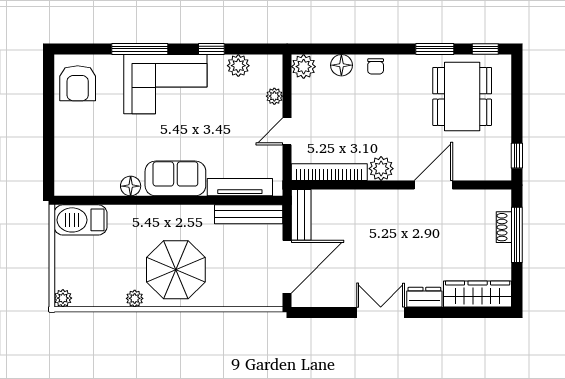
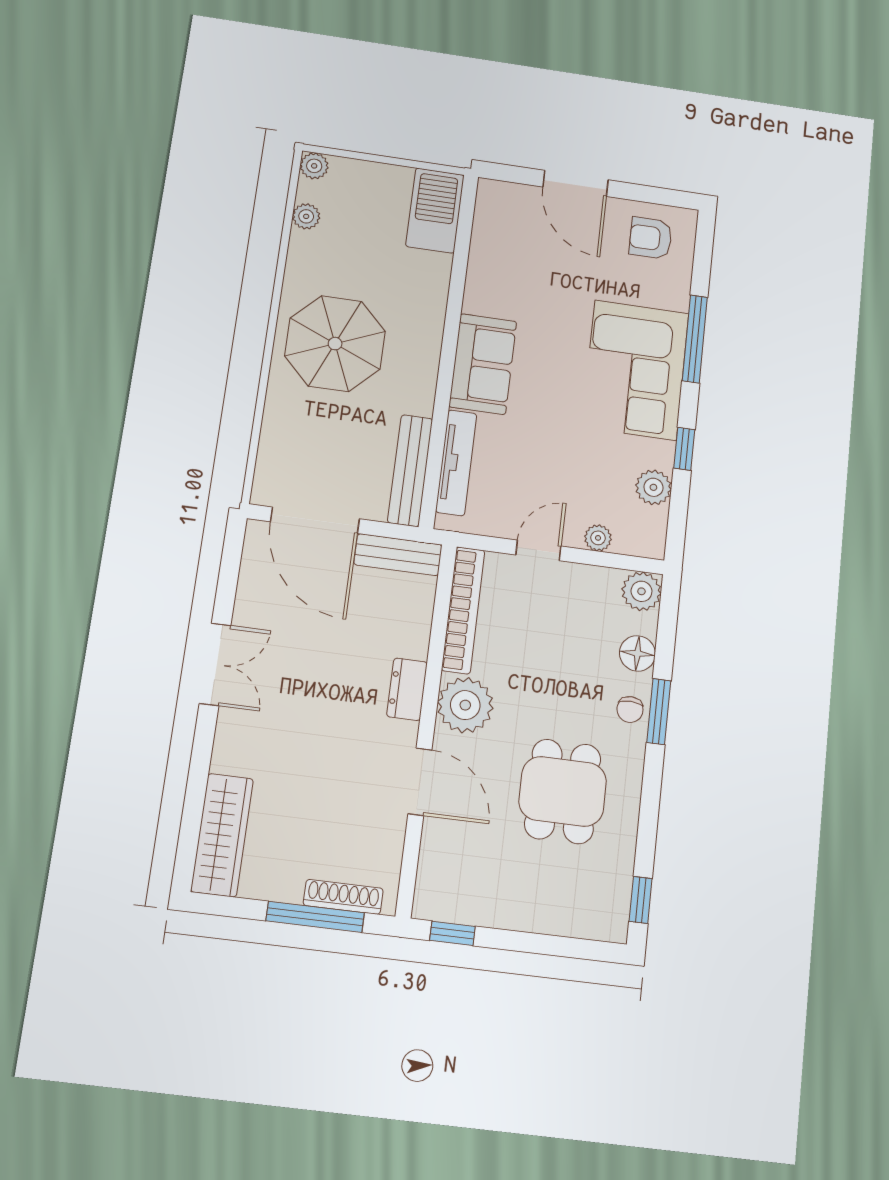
window: (435, 49) -> (659, 712), moved
chair: (376, 66) -> (630, 710), turned -88
armchair: (78, 83) -> (651, 238), width x0.72, depth x0.72
dining table: (462, 96) -> (563, 791), moved, width x0.73
door: (287, 131) -> (538, 550), hinge flipped
door: (49, 134) -> (575, 183), added
plant: (381, 169) -> (465, 705), width x1.36, depth x1.36
floor lamp: (131, 186) -> (479, 294), removed
shoe rack: (504, 227) -> (343, 897), width x1.43
dresser: (424, 297) -> (407, 689), moved, turned 180
plant: (135, 298) -> (306, 216), moved

